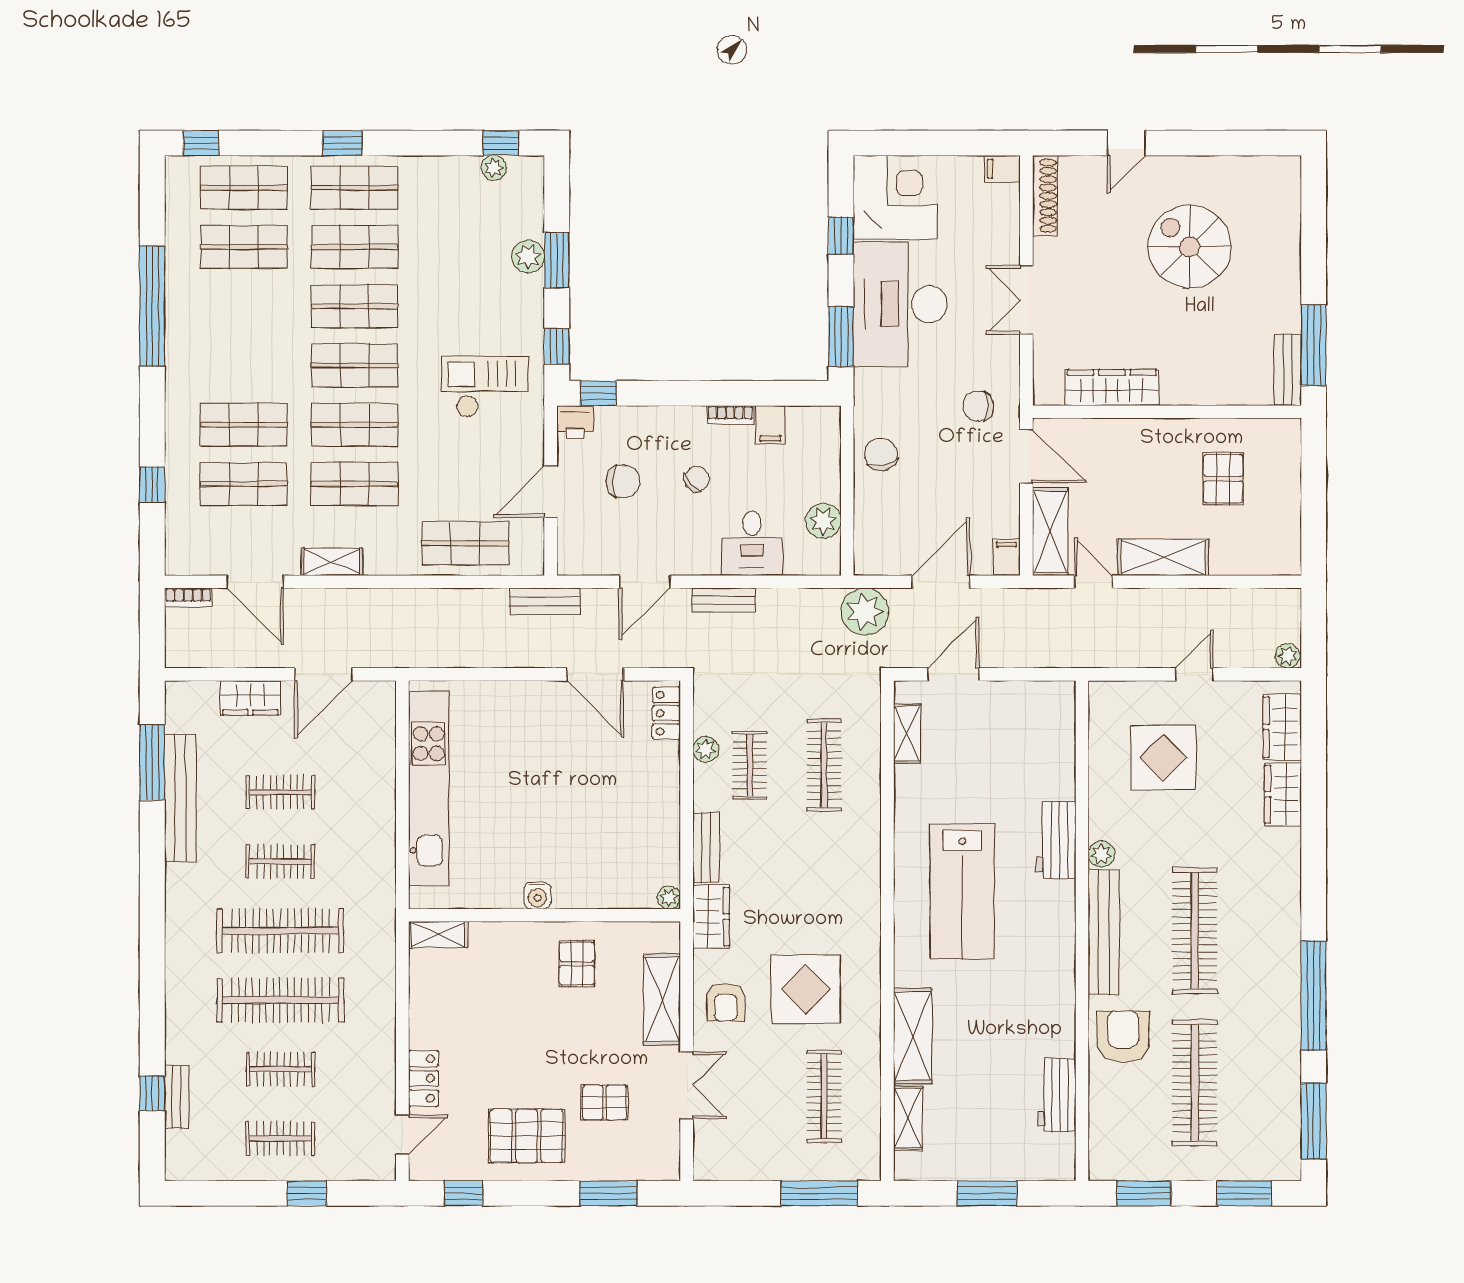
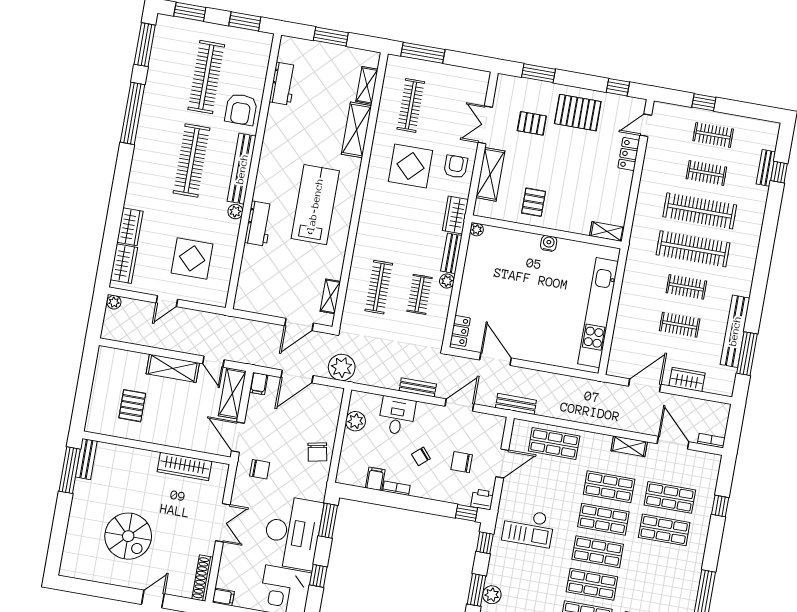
plant: (706, 749) -> (447, 281), moved

